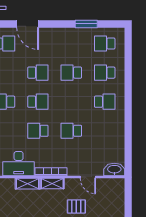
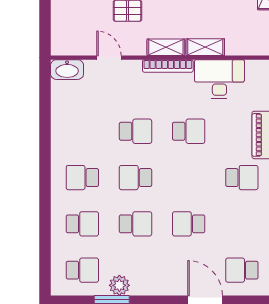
plant: (81, 34) -> (119, 285), added
school desk: (38, 102) -> (135, 178), moved

